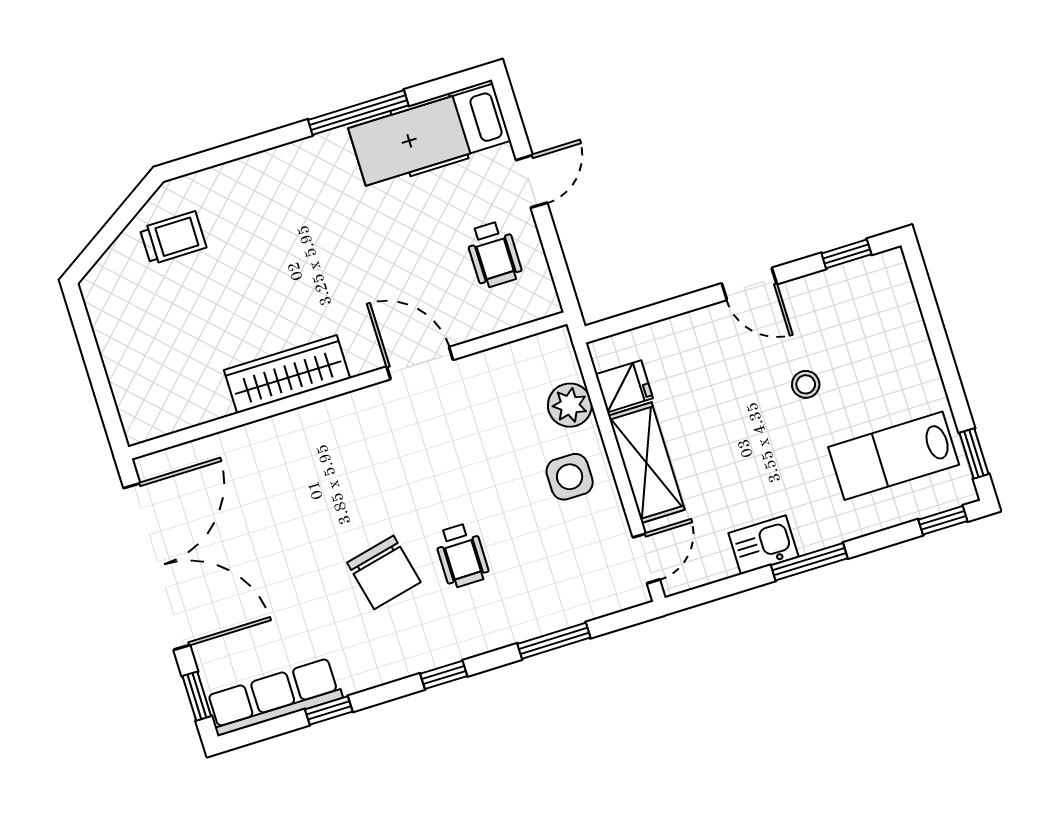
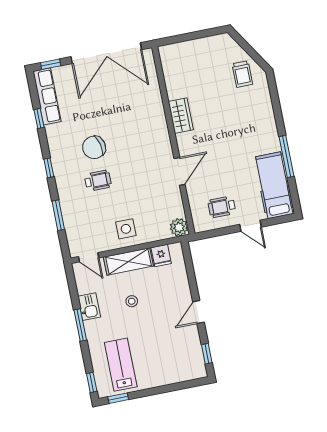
wardrobe: (287, 374) -> (181, 116), width x0.67
stool: (806, 384) -> (132, 301), moved
plant: (570, 405) -> (179, 227), moved
wheelchair: (462, 555) -> (98, 181), turned 180

